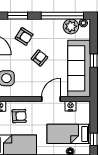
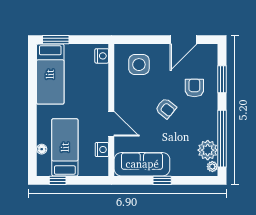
armchair: (24, 36) -> (194, 88), turned 148
sofa: (79, 68) -> (142, 164), width x0.74, depth x0.79
armchair: (19, 116) -> (89, 81), removed

